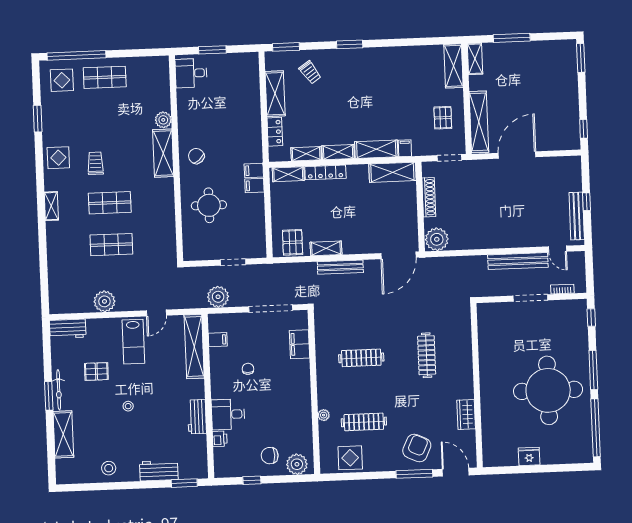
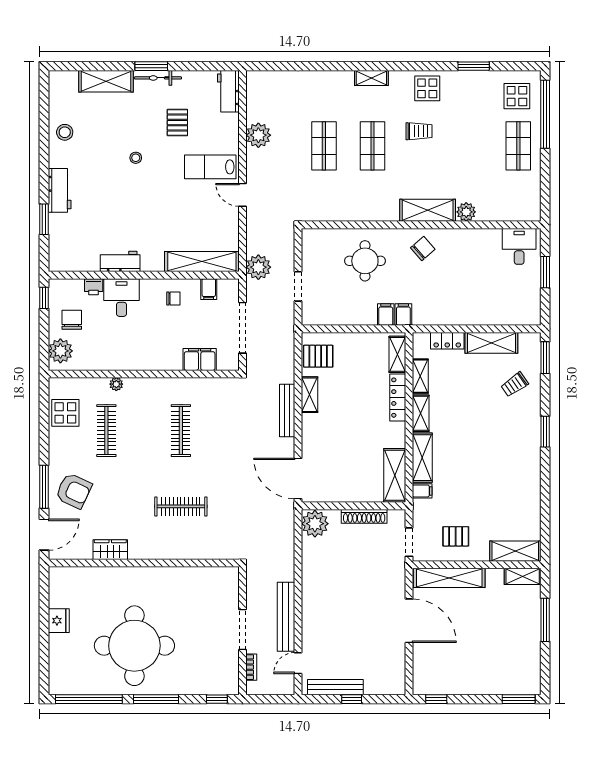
filing cabinet: (218, 340) -> (209, 289), moved
shelving: (194, 347) -> (202, 262), moved
wall: (208, 396) -> (144, 275), moved
desk: (228, 414) -> (121, 298), moved
workbench: (197, 417) -> (120, 261), moved
printer: (220, 439) -> (94, 287), moved

